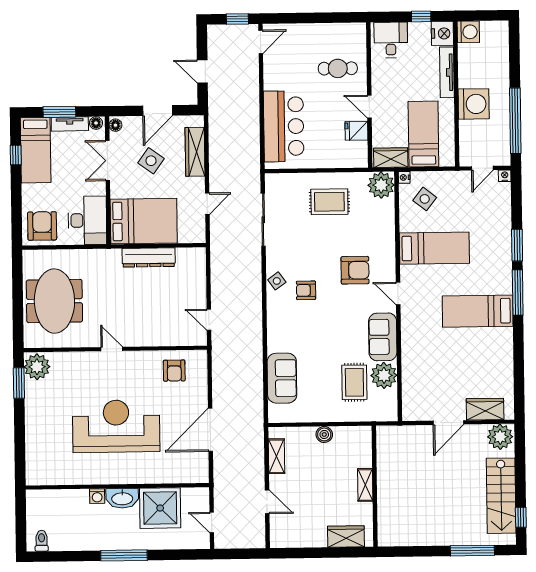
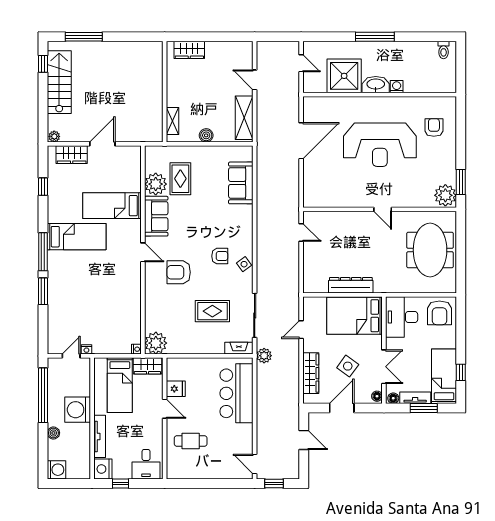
washing machine: (468, 32) -> (56, 470), moved, turned 180
door: (261, 42) -> (255, 464), hinge flipped
boiler: (502, 76) -> (53, 433), added
plant: (251, 172) -> (264, 356), added
nightstand: (505, 176) -> (86, 349), moved
fireplace: (281, 180) -> (239, 348), added
side table: (425, 199) -> (120, 331), removed
rug: (329, 202) -> (212, 311), moved
bed: (434, 248) -> (112, 206), moved
window: (519, 370) -> (43, 187), added
armchair: (174, 371) -> (434, 128), moved
plant: (500, 437) -> (54, 136), width x0.53, depth x0.53
shelving: (276, 456) -> (244, 118), width x1.50, depth x1.33
shelving: (365, 485) -> (173, 121), moved

